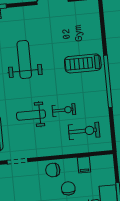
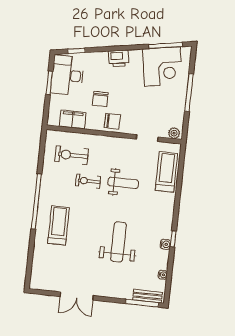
weight bench: (24, 60) -> (118, 242), turned 180
treadmill: (83, 63) -> (59, 225), turned -90
filing cabinet: (84, 165) -> (73, 119), width x2.00

